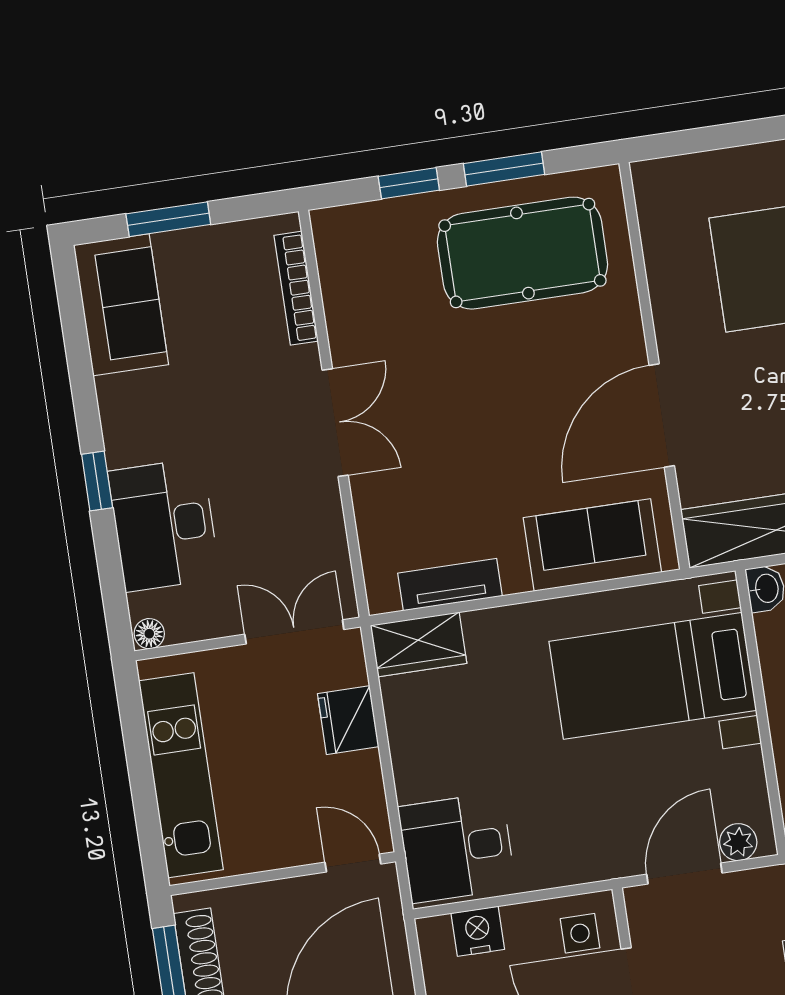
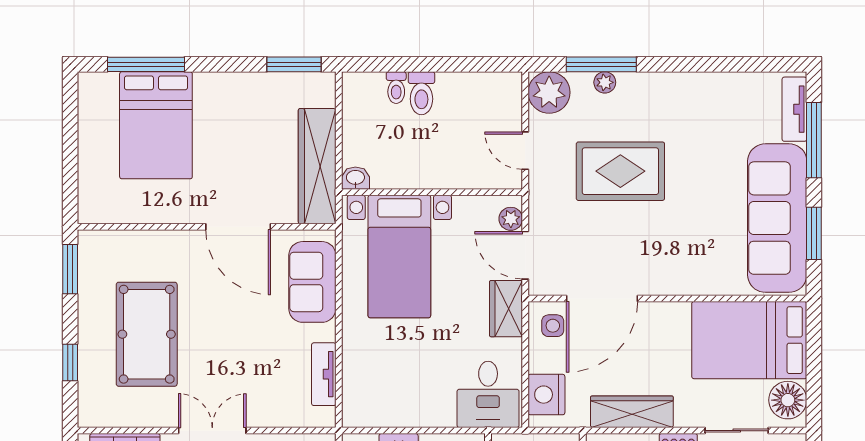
window: (504, 169) -> (70, 269), moved
pool table: (522, 253) -> (147, 334), moved
wardrobe: (418, 644) -> (506, 309), moved, turned 180
nightstand: (478, 931) -> (546, 395), width x1.36, depth x1.33

